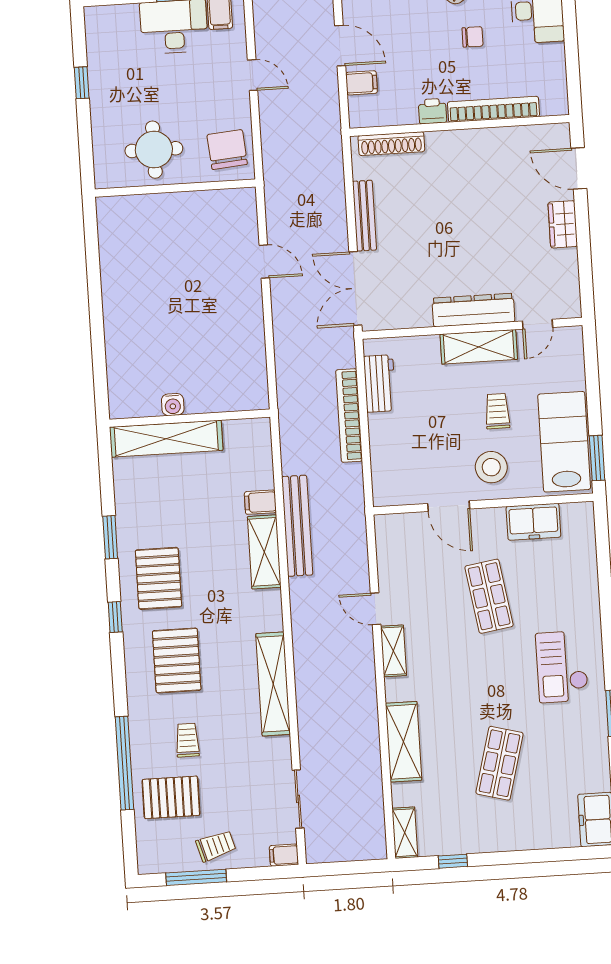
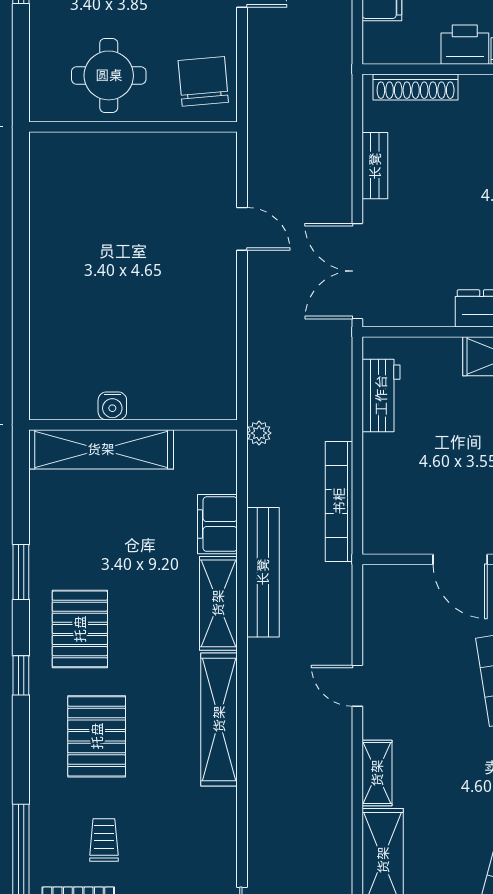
printer: (432, 111) -> (465, 45), width x1.36, depth x1.24
bench: (364, 216) -> (375, 166), width x0.73
bookcase: (349, 416) -> (339, 501), moved
plant: (287, 418) -> (259, 433), added
filing cabinet: (260, 502) -> (217, 524), width x2.00
shelving: (393, 651) -> (377, 773), moved
shelving: (273, 684) -> (219, 719), moved

